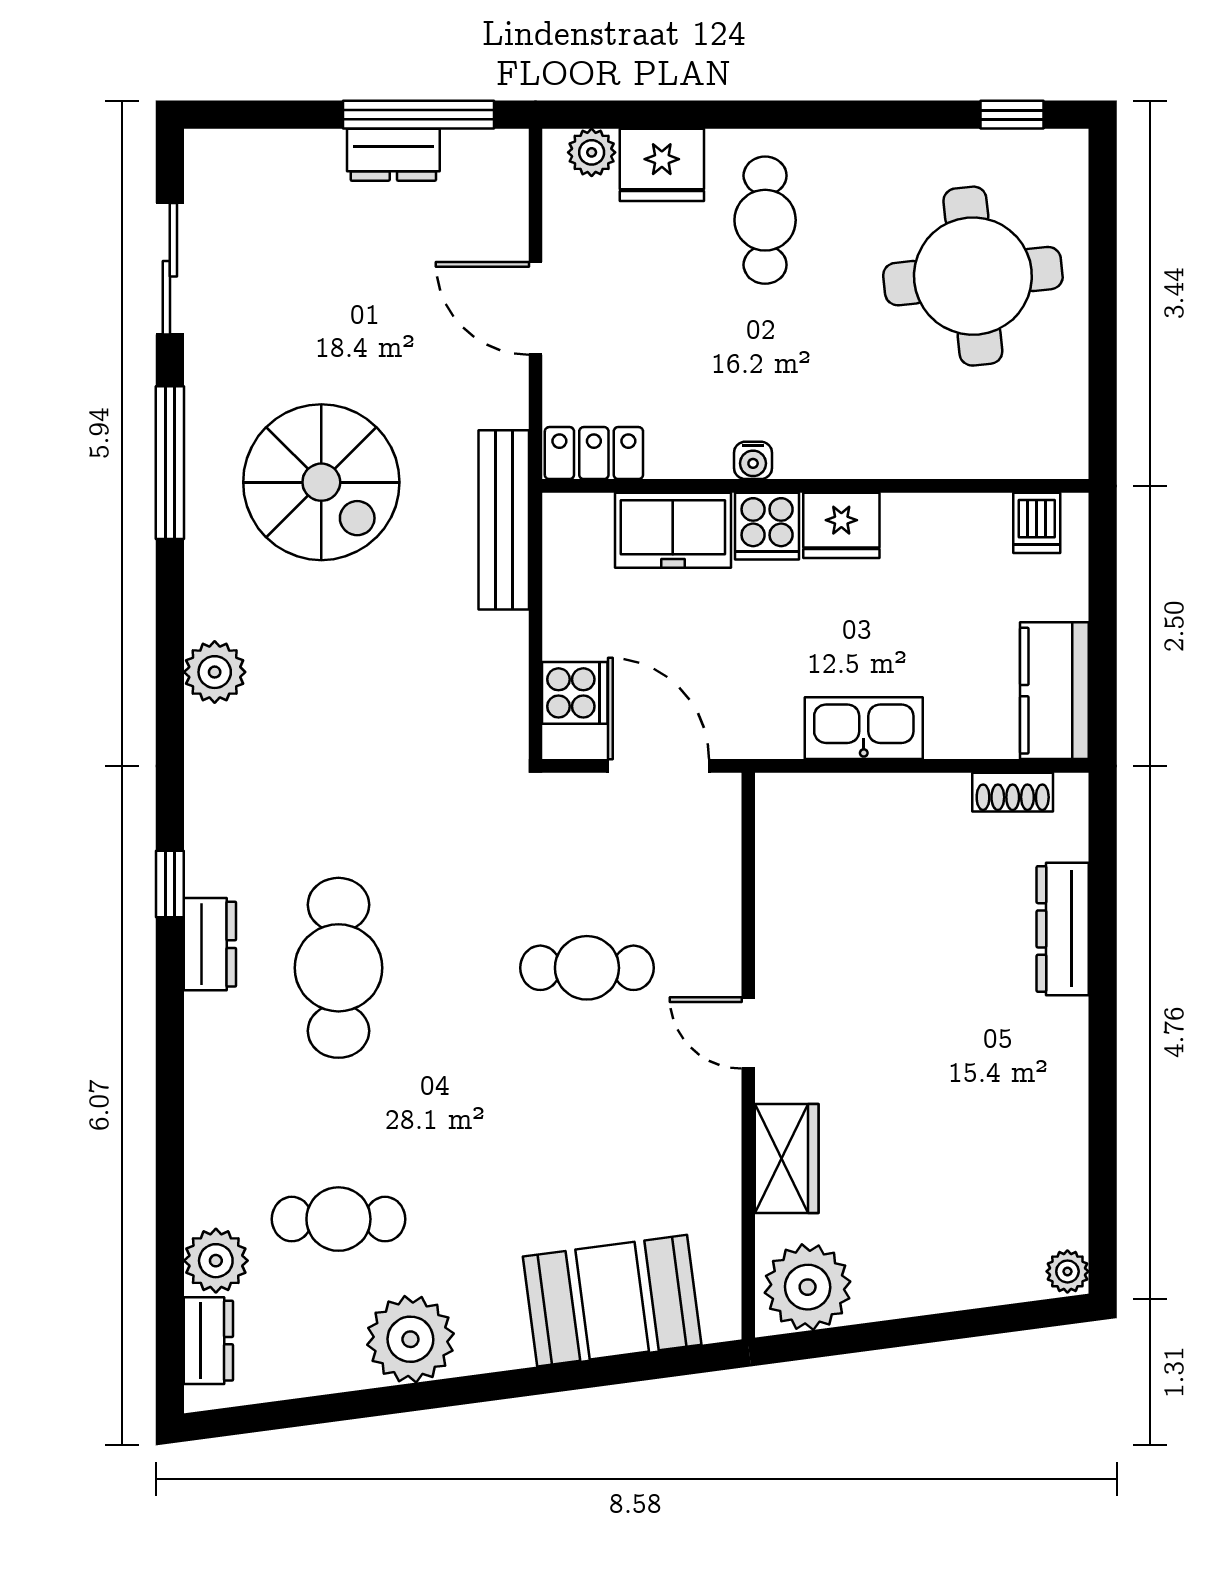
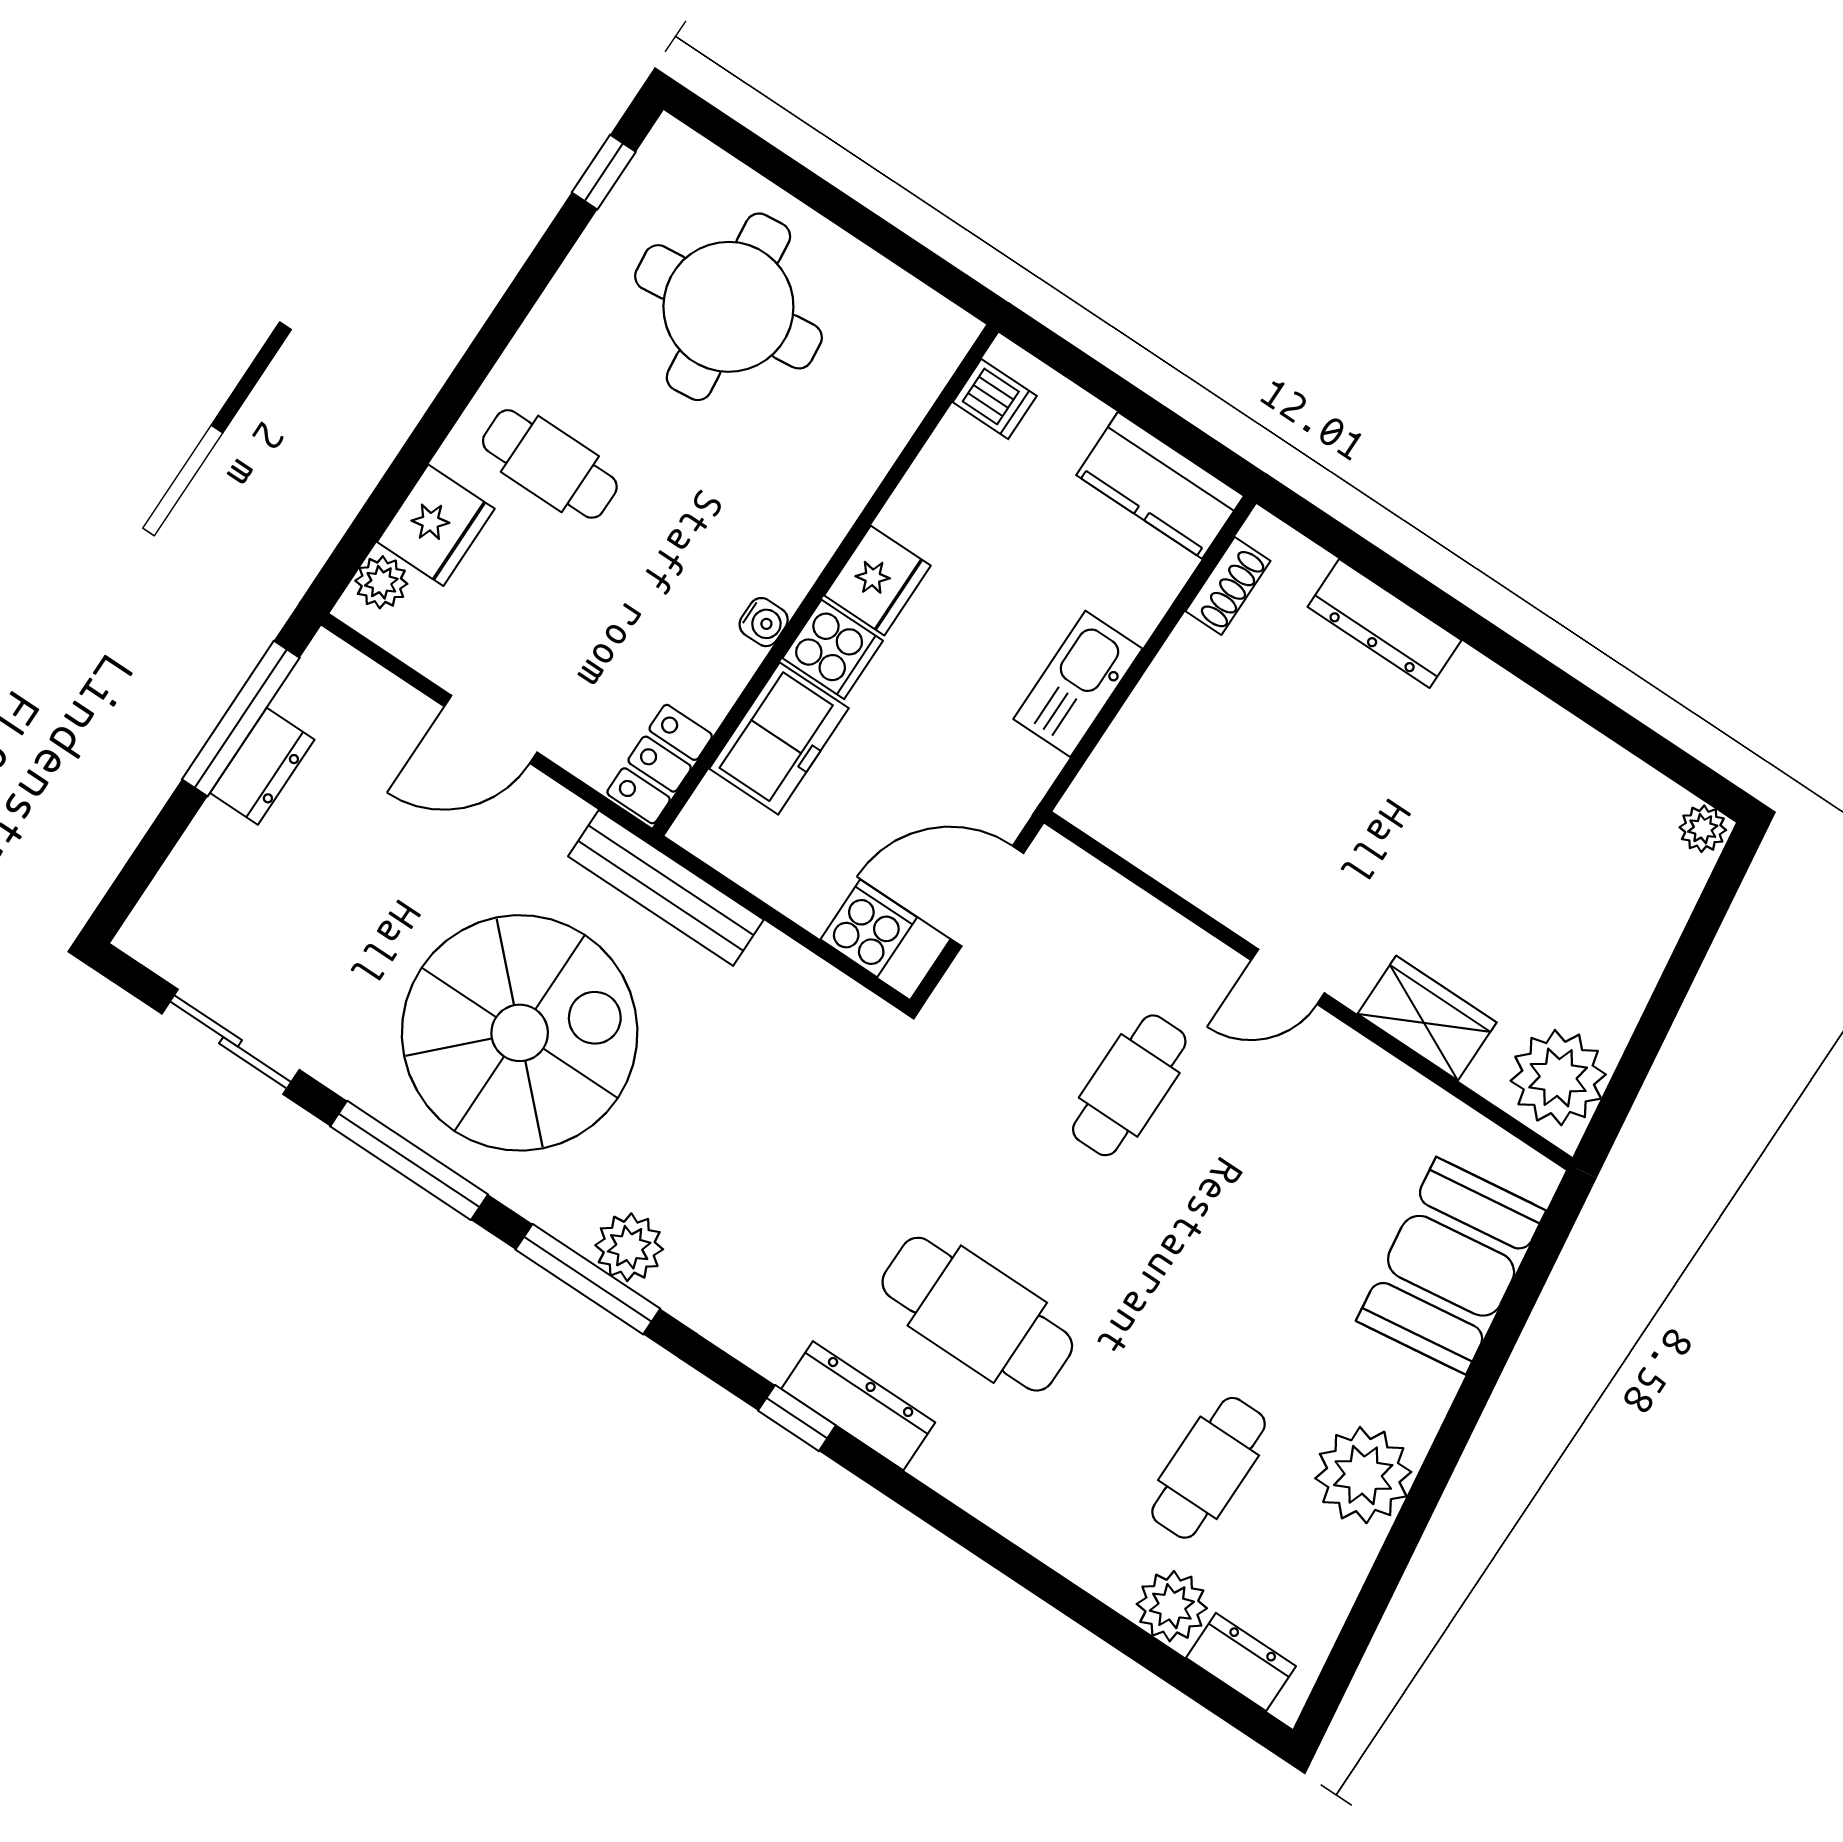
spiral stairs: (321, 482) -> (520, 1033), width x1.37, depth x1.37
window: (170, 657) -> (588, 1279), added
dresser: (210, 944) -> (858, 1406), width x1.44

